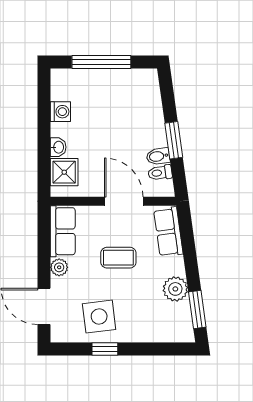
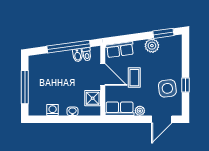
window: (174, 140) -> (69, 47), width x2.11
shower: (64, 172) -> (93, 98), moved
door: (124, 201) -> (103, 75), swing flipped

